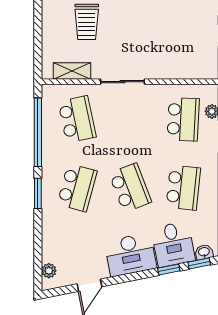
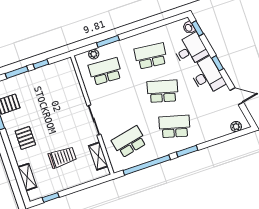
school desk: (130, 188) -> (163, 91), turned 36
window: (169, 270) -> (218, 63), moved

